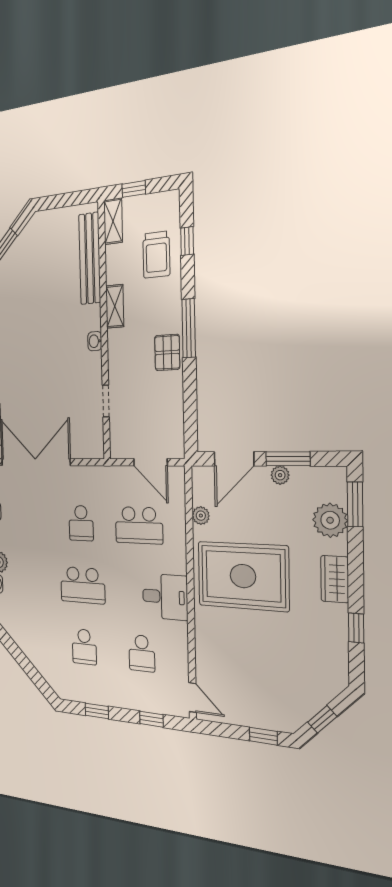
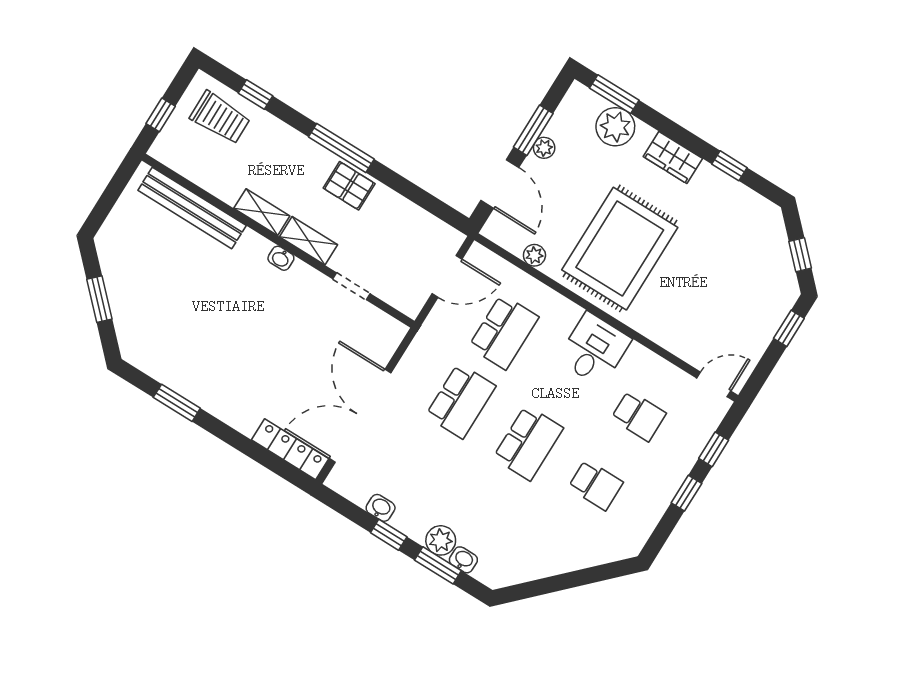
shelving: (113, 221) -> (308, 241), moved
trolley: (156, 255) -> (220, 118), moved
school desk: (81, 523) -> (461, 401), width x1.85
window: (97, 711) -> (686, 493), moved

